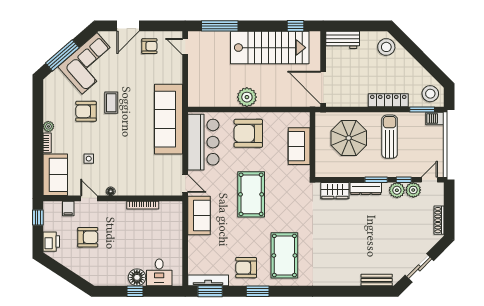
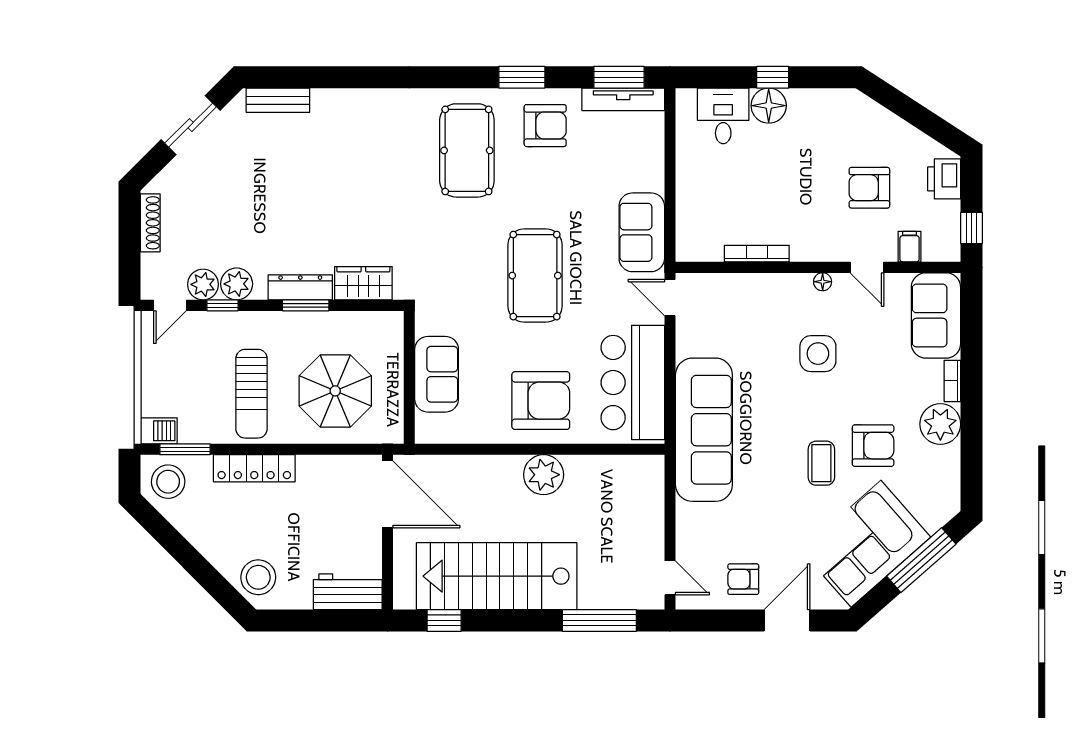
plant: (48, 126) -> (940, 424), width x1.88, depth x1.88
side table: (89, 159) -> (818, 354), moved, width x1.87, depth x1.87
window: (376, 180) -> (306, 305), moved

